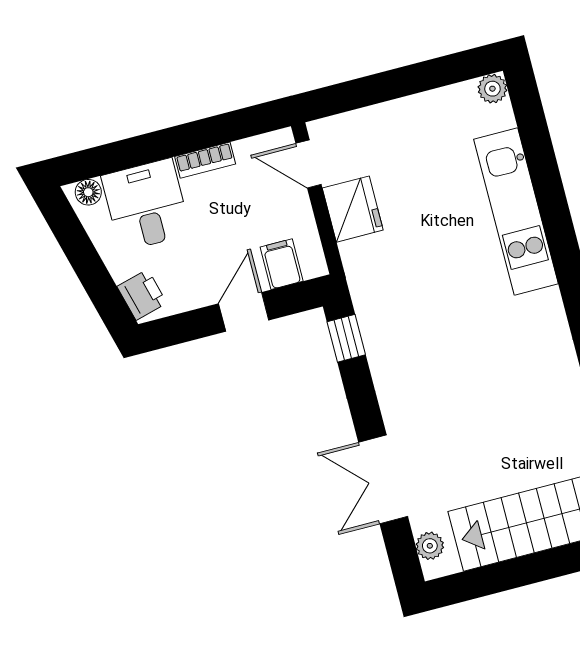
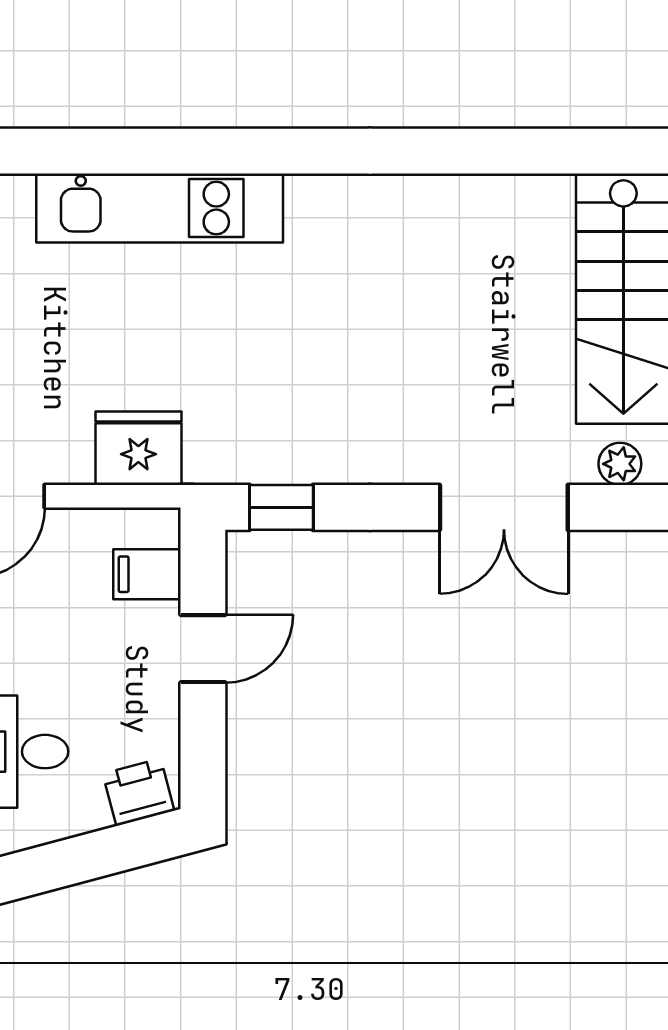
fridge: (353, 209) -> (138, 448), moved
door: (244, 312) -> (203, 649), swing flipped

